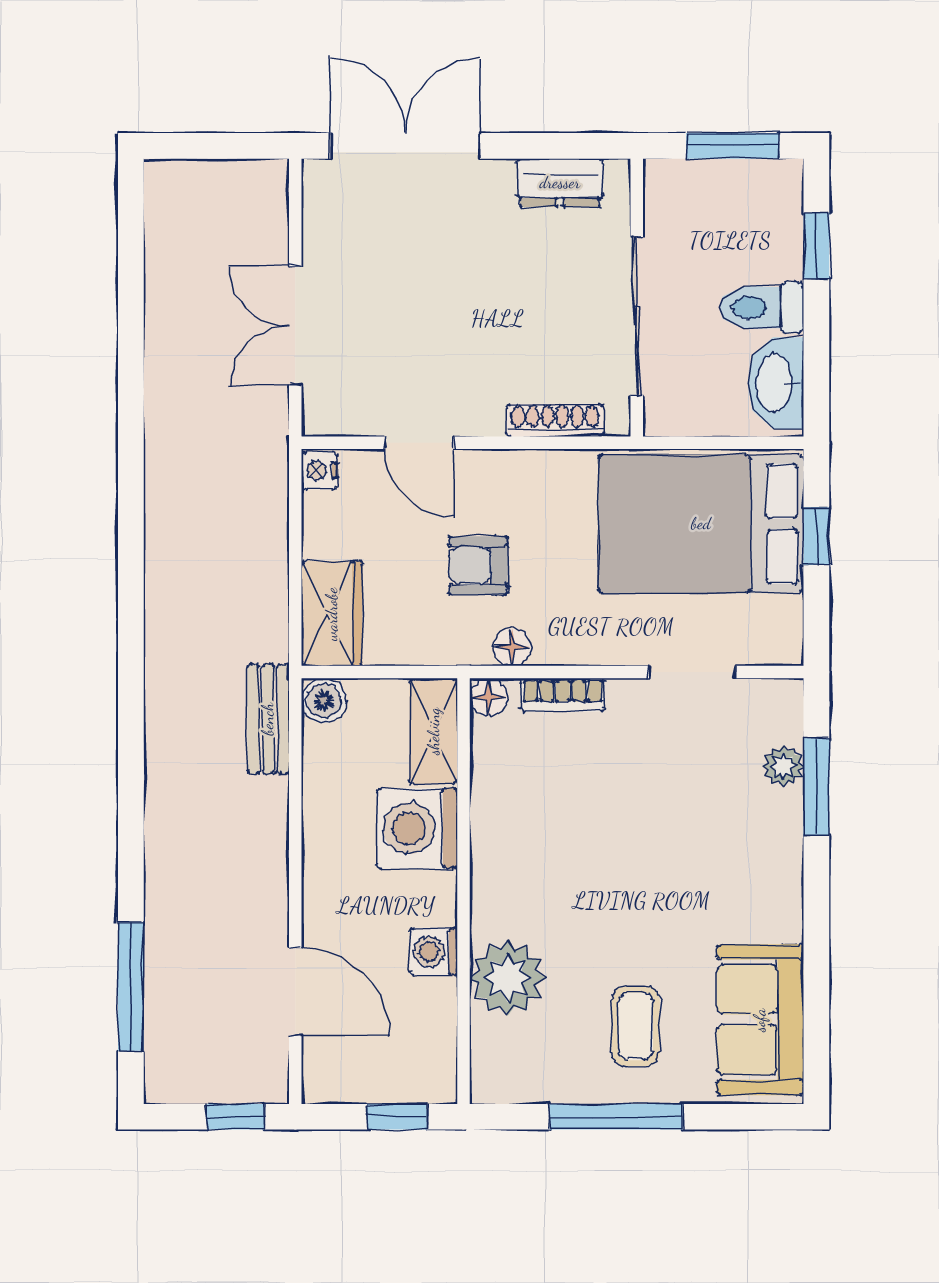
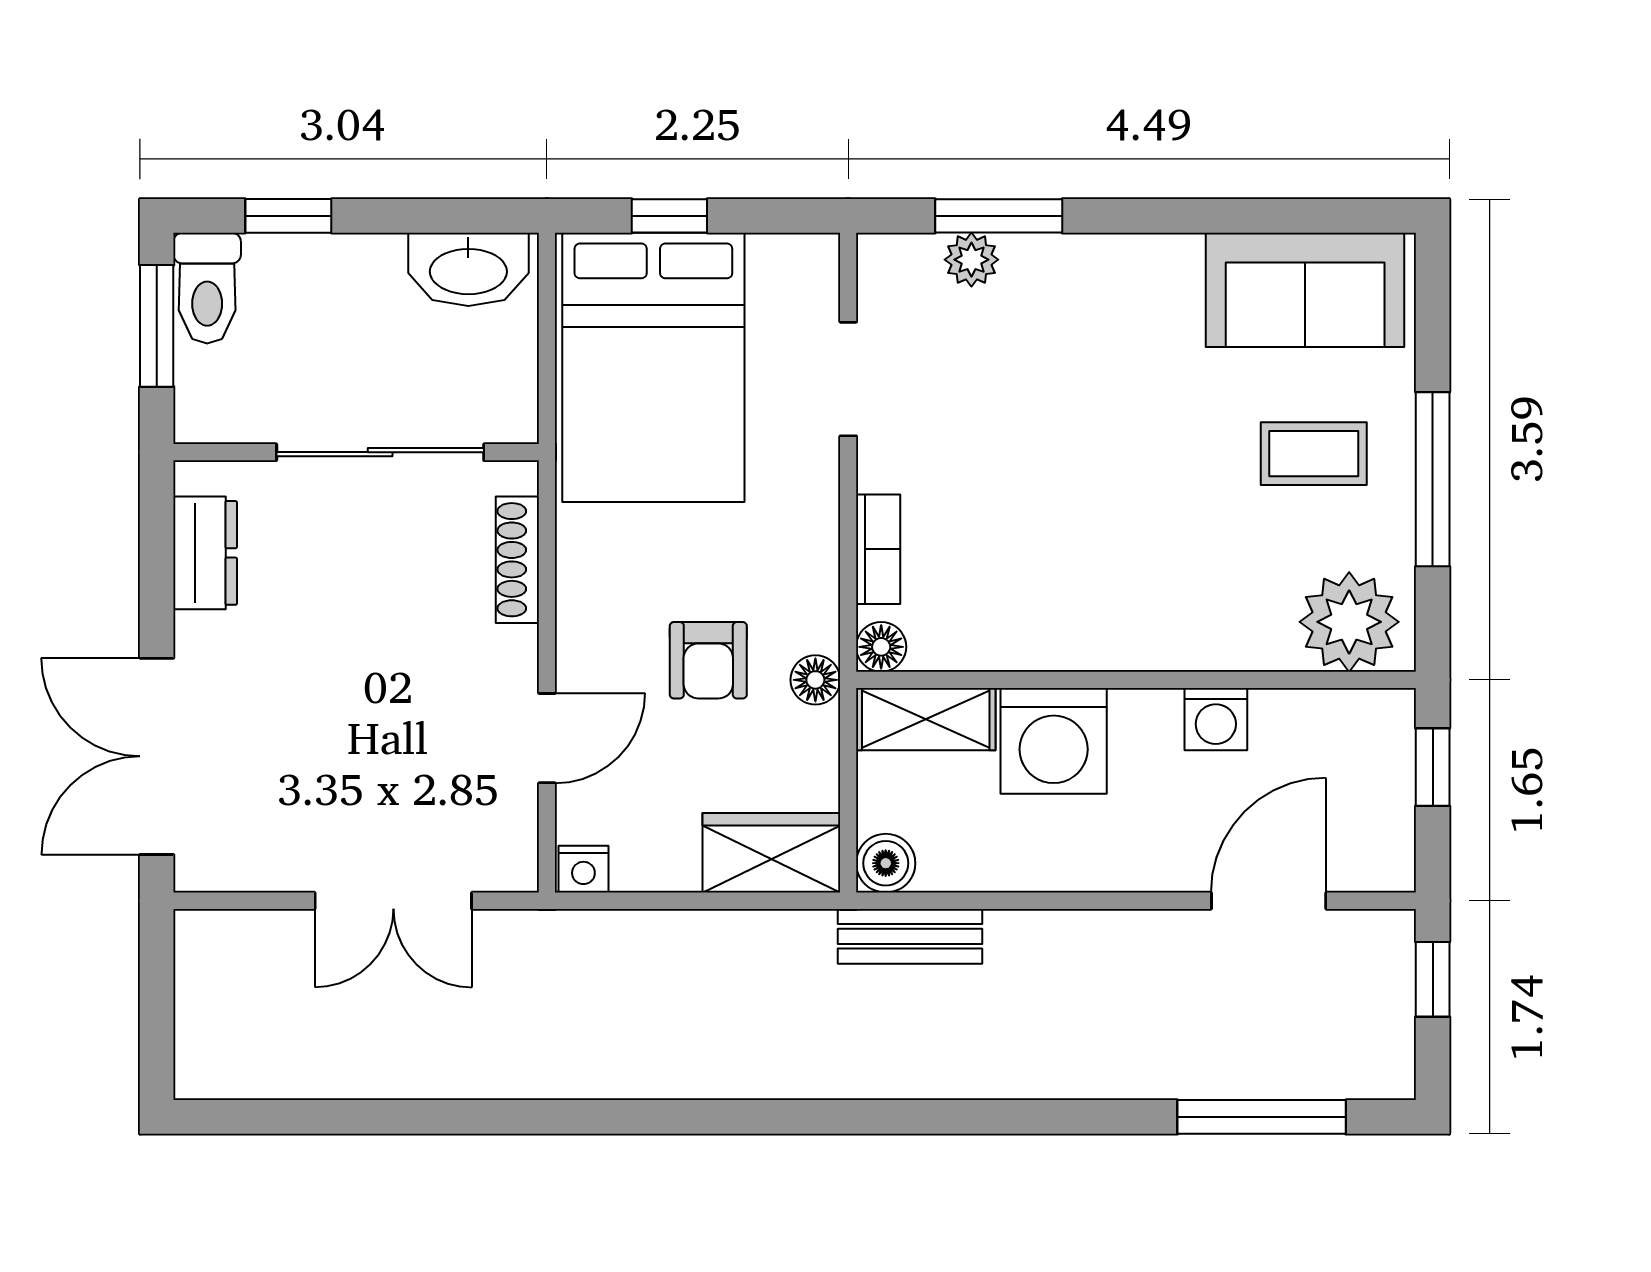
toilet: (762, 308) -> (207, 288), moved
floor lamp: (512, 647) -> (815, 680), moved
plant: (508, 978) -> (1349, 622), moved

